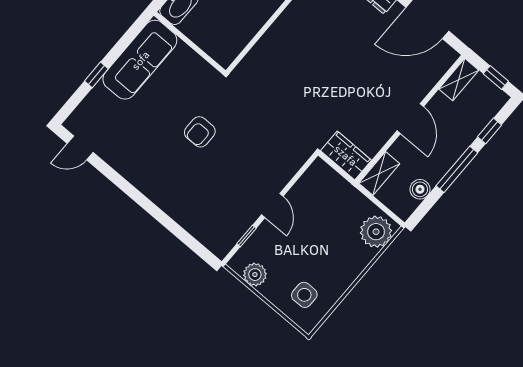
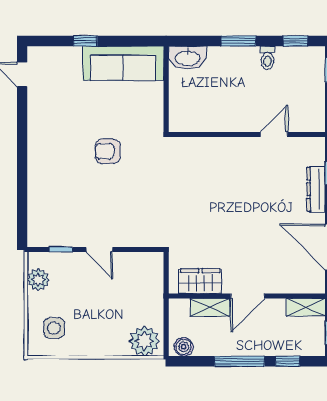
wardrobe: (346, 155) -> (200, 281), moved, turned -90
shelving: (379, 173) -> (210, 307), moved
boiler: (420, 189) -> (184, 347), moved
door: (272, 205) -> (99, 250), hinge flipped

